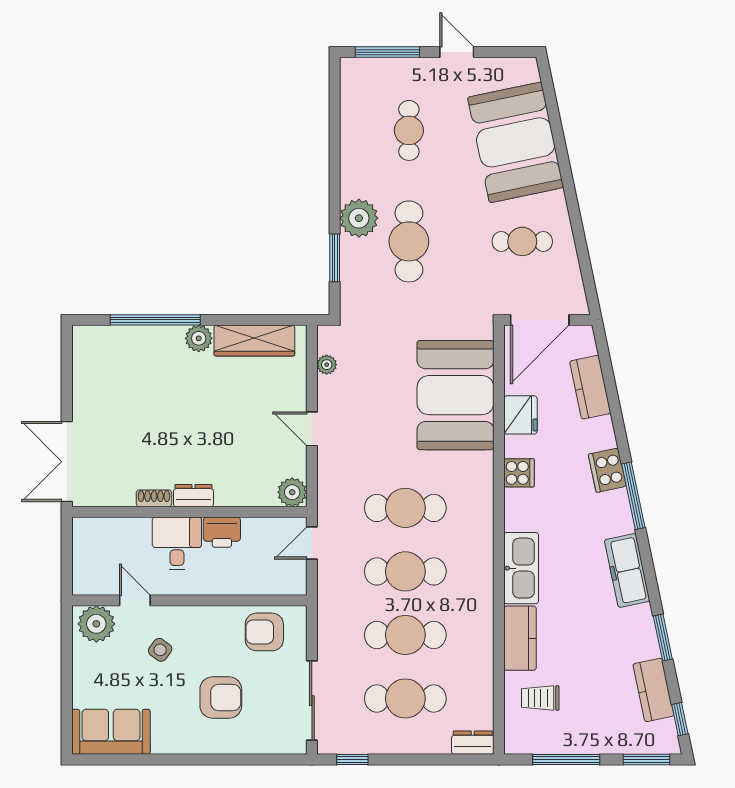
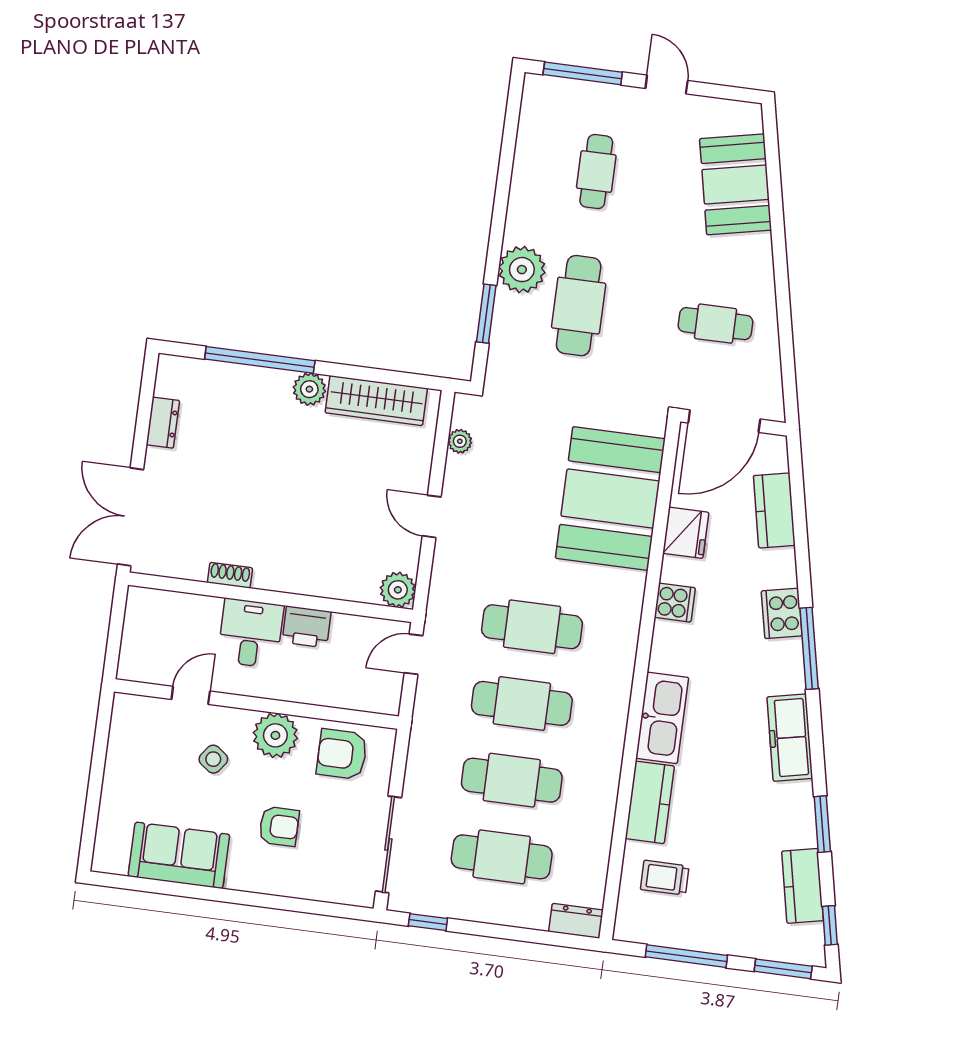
booth: (516, 142) -> (736, 184), width x0.73, depth x0.70
dresser: (193, 496) -> (163, 423), moved, turned 90
door: (135, 600) -> (191, 695), hinge flipped
plant: (96, 624) -> (275, 735), moved
armchair: (221, 697) -> (279, 826), width x0.72, depth x0.72
sofa: (111, 732) -> (179, 855), moved

